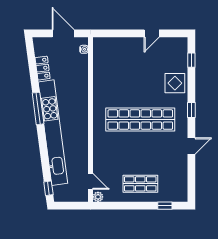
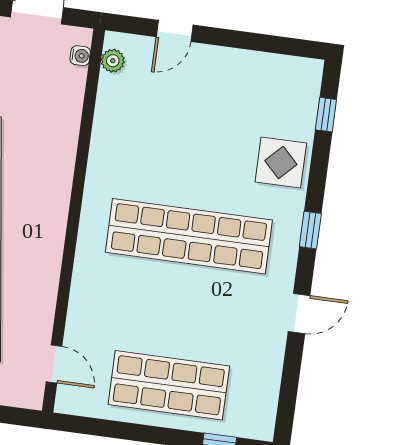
door: (152, 33) -> (175, 31), moved
shop shelf: (140, 184) -> (169, 385), width x1.43, depth x1.36
plant: (98, 197) -> (113, 61), moved

